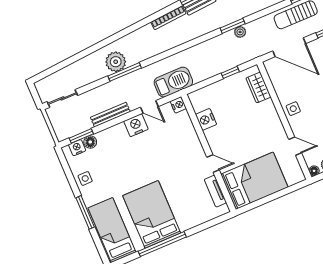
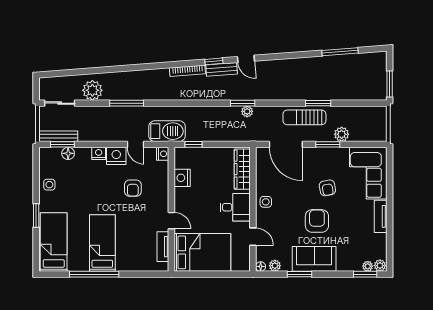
plant: (116, 62) -> (92, 90), moved
window: (230, 72) -> (193, 144), moved
wardrobe: (258, 87) -> (242, 169), width x1.50
bench: (110, 115) -> (58, 136), moved
desk: (267, 126) -> (235, 207), added
nightstand: (77, 148) -> (99, 153), moved
armchair: (164, 149) -> (133, 188), added
window: (85, 212) -> (36, 215), width x0.69
bed: (152, 214) -> (102, 243), width x0.67

